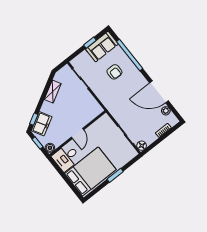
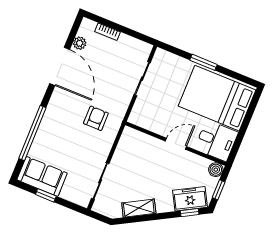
armchair: (114, 72) -> (96, 118), moved
floor lamp: (142, 146) -> (144, 49), removed

